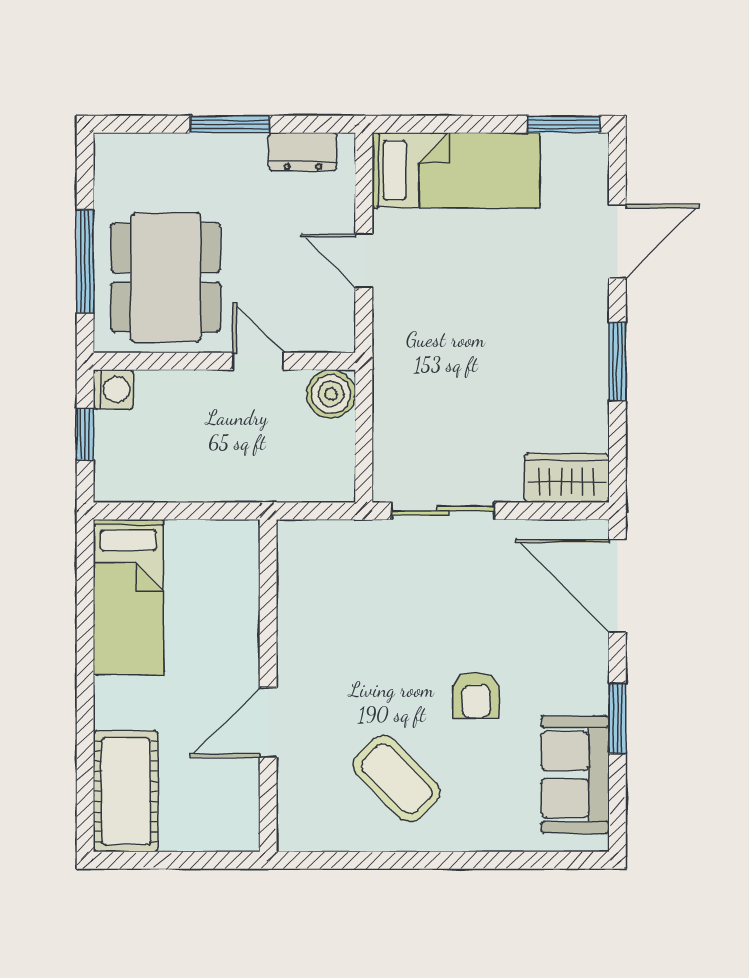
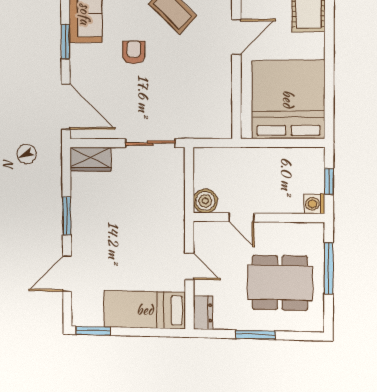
dresser: (303, 152) -> (203, 313), moved, turned 90
dining table: (166, 277) -> (280, 283), moved, turned 90
bed: (128, 597) -> (288, 99), width x2.04

